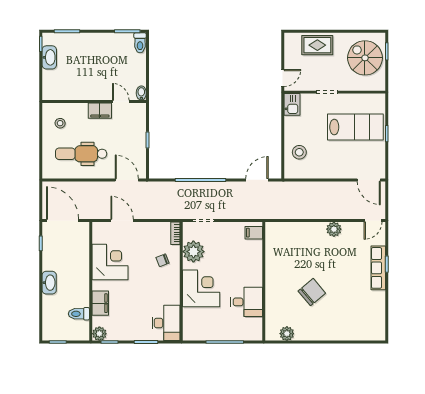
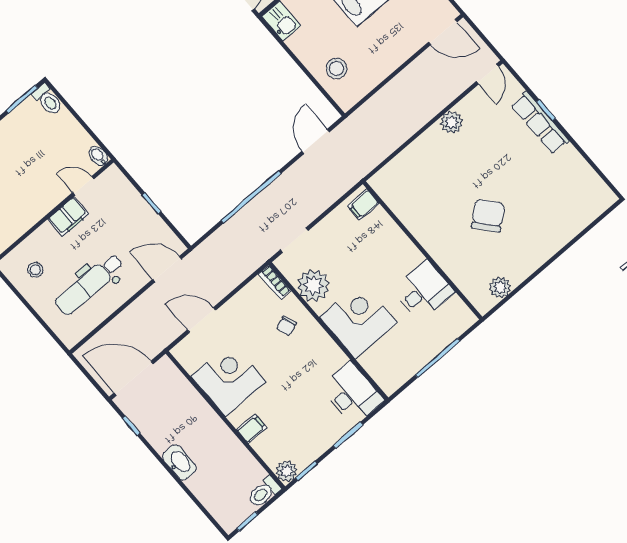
filing cabinet: (100, 303) -> (252, 429), width x0.50
toilet: (79, 314) -> (264, 492), moved

